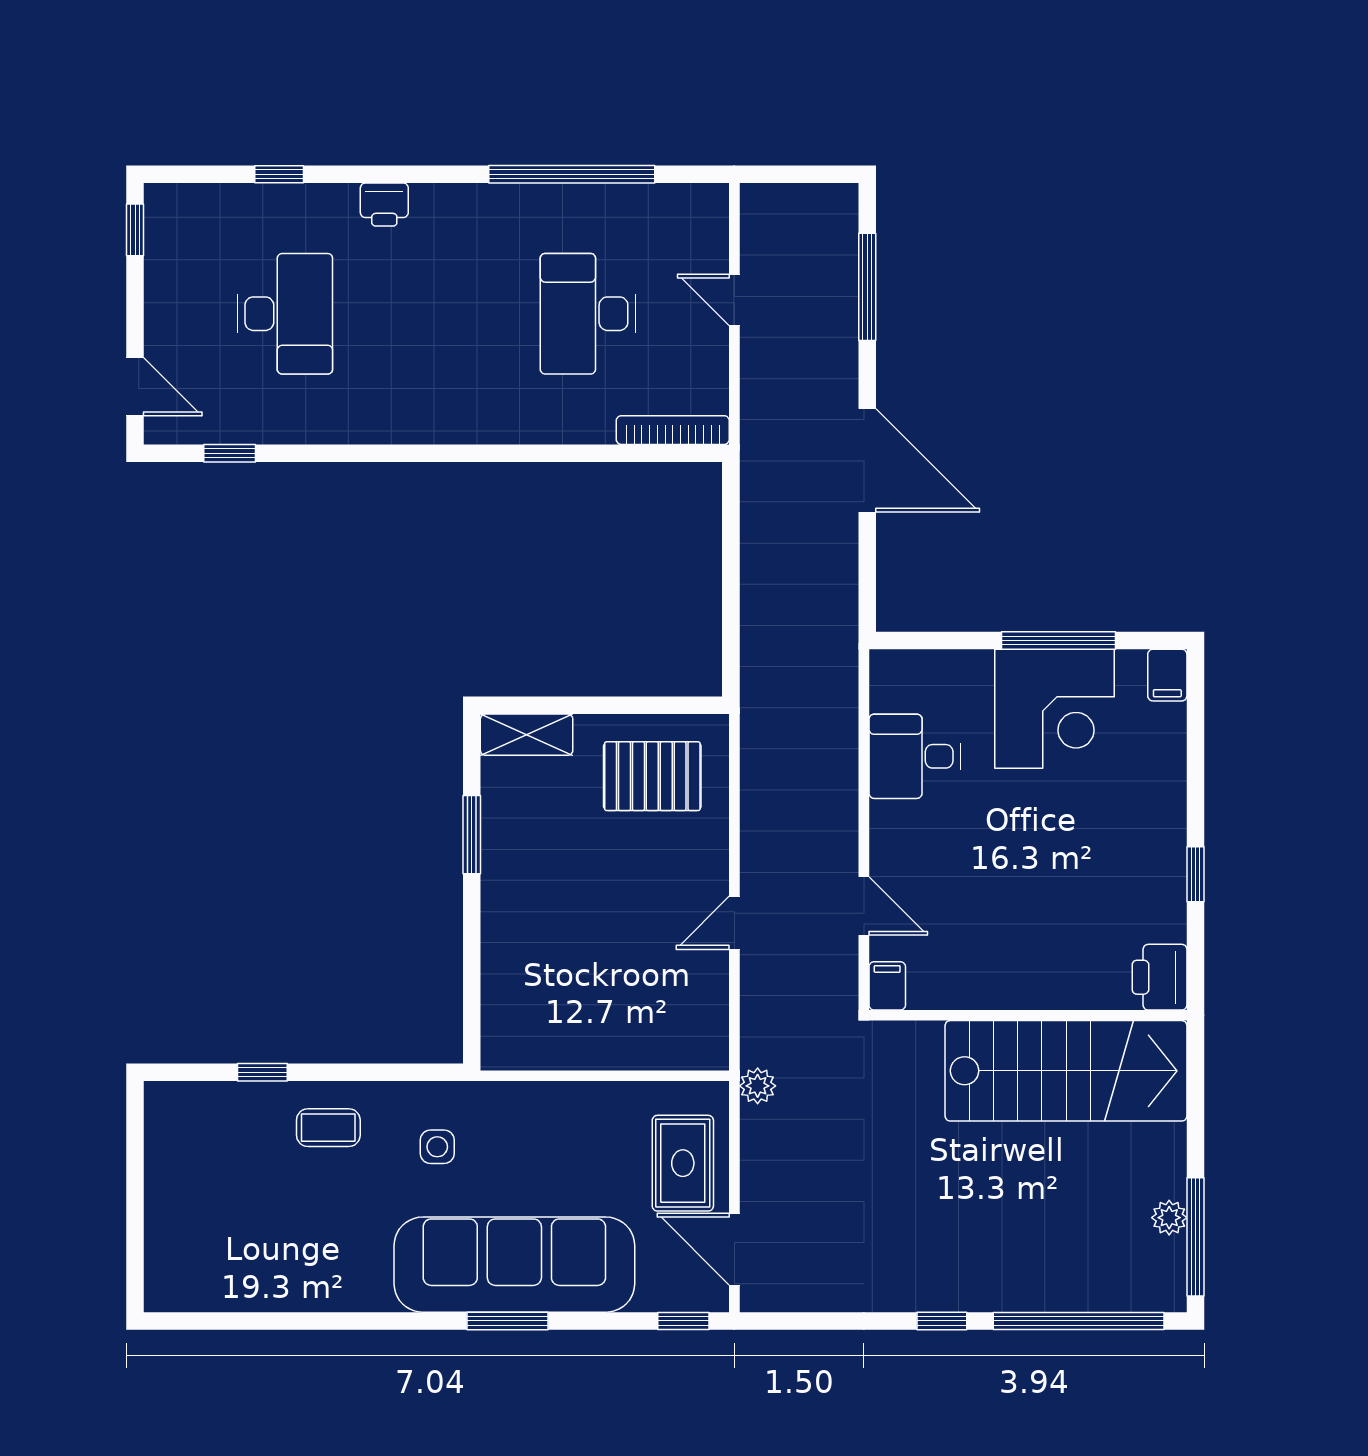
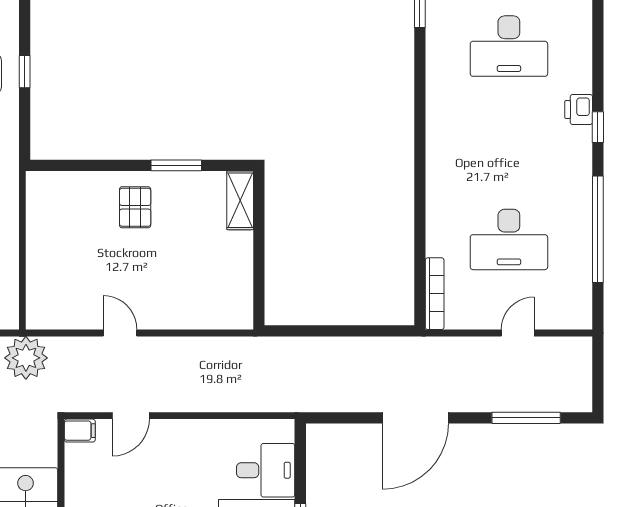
window: (279, 174) -> (598, 127), moved
desk: (588, 314) -> (509, 239), turned 180
desk: (915, 756) -> (266, 470), moved, turned 90
pallet: (652, 776) -> (135, 207), moved, width x0.67, depth x0.71
window: (262, 1072) -> (25, 72), moved
plant: (758, 1086) -> (26, 358), width x1.87, depth x1.87

